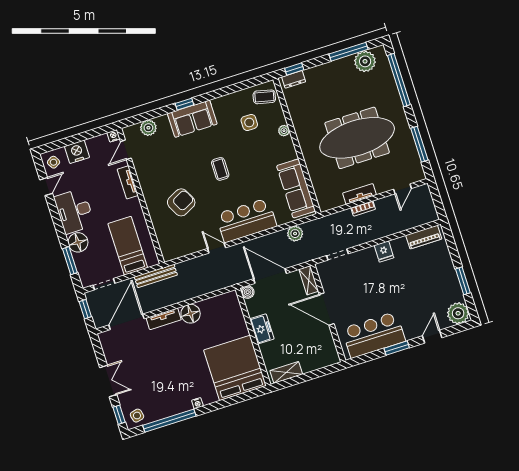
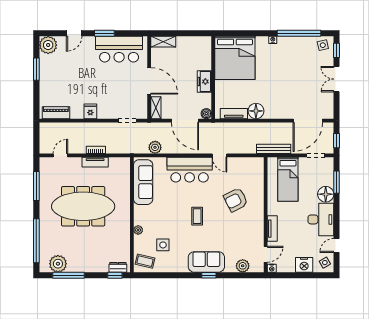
tv unit: (164, 319) -> (234, 114), moved
shelving: (286, 372) -> (163, 42), moved

